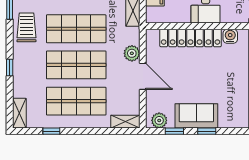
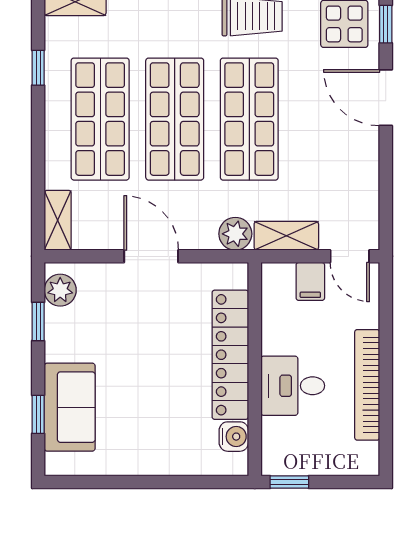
plant: (132, 53) -> (235, 234), moved
door: (143, 76) -> (151, 256), swing flipped
sofa: (196, 116) -> (70, 407), moved
window: (207, 131) -> (38, 414), moved

